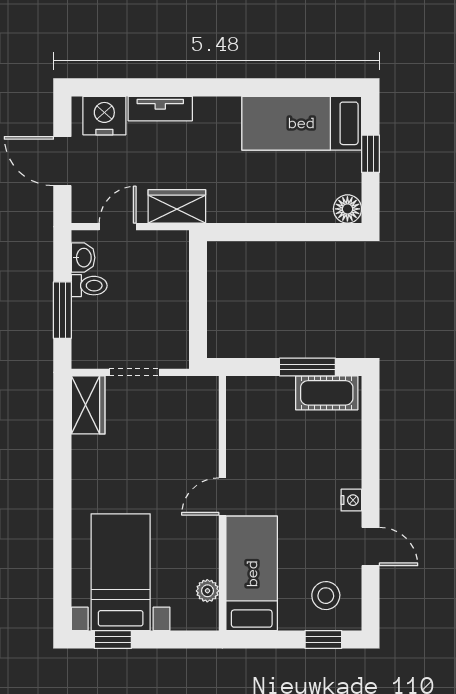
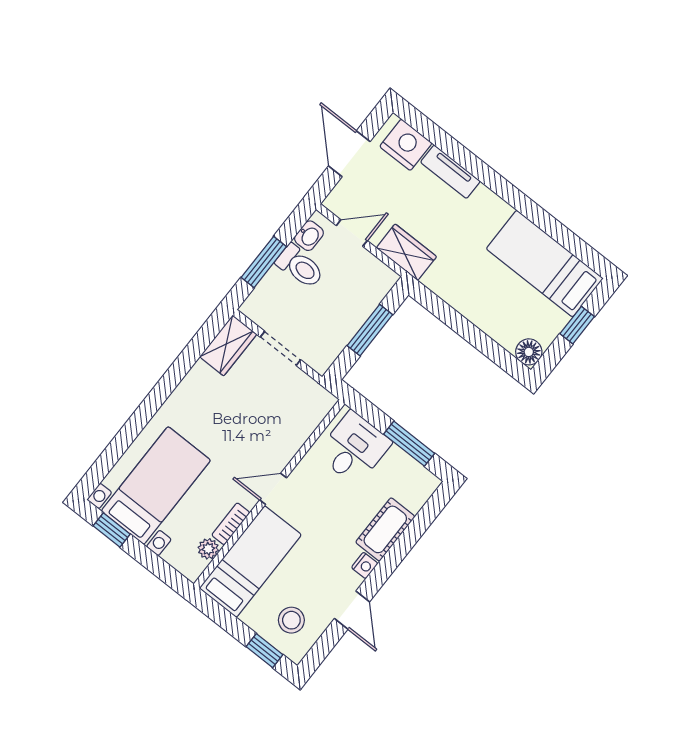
toilet: (89, 286) -> (300, 266), width x1.37, depth x1.39
window: (198, 297) -> (370, 330), added
cot: (327, 393) -> (385, 529), moved, turned 90
desk: (264, 408) -> (354, 448), added
bookcase: (210, 554) -> (231, 524), added

